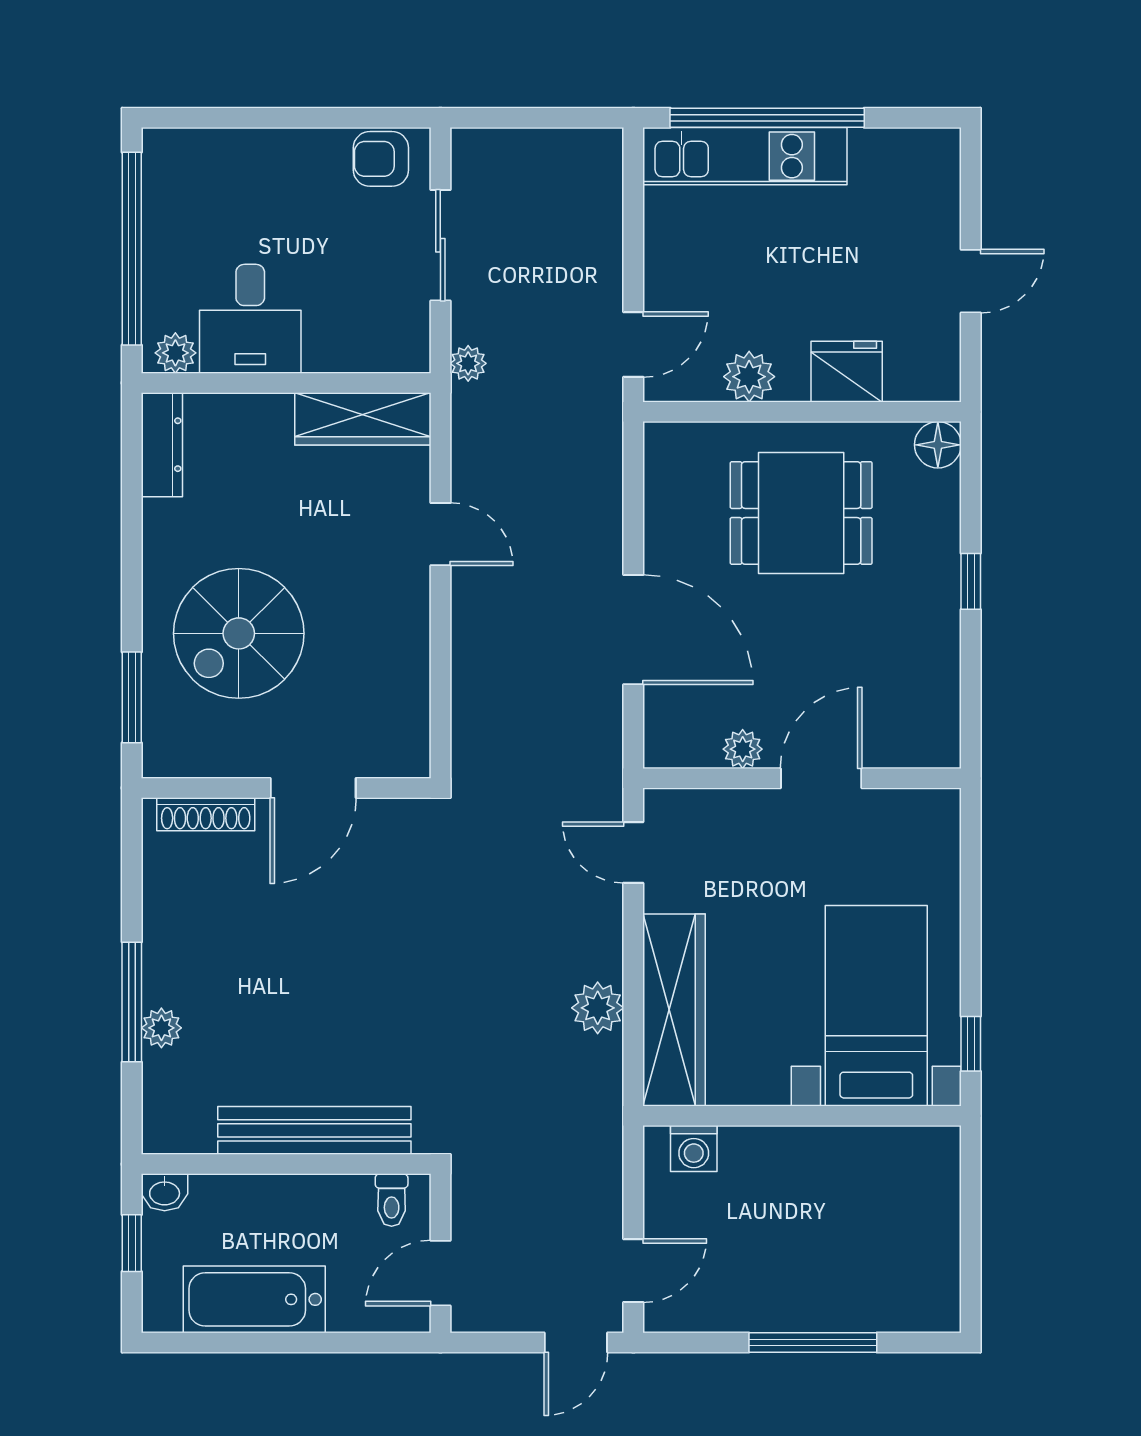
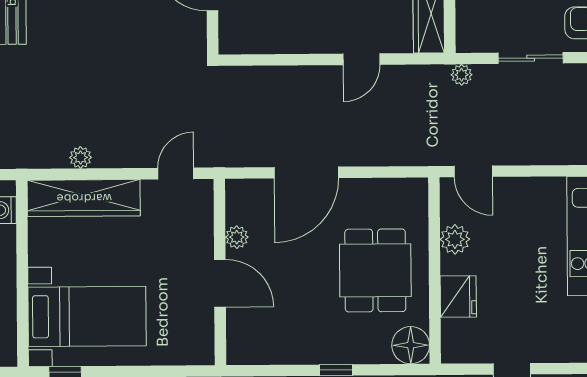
floor lamp: (938, 445) -> (411, 345), width x1.38, depth x1.38
plant: (598, 1008) -> (80, 157), width x0.73, depth x0.73

